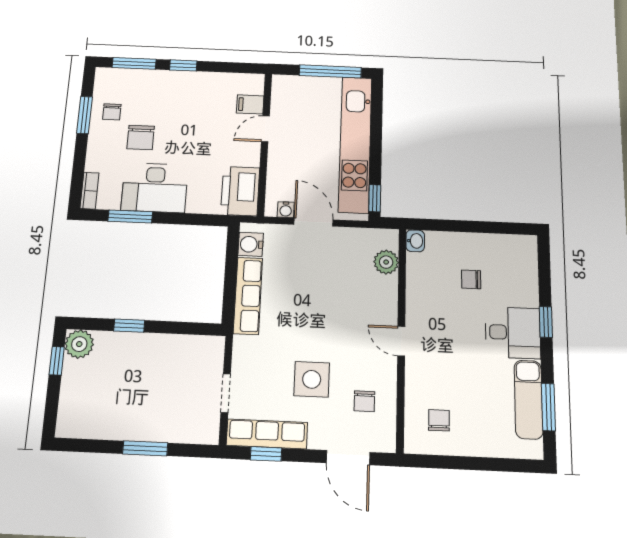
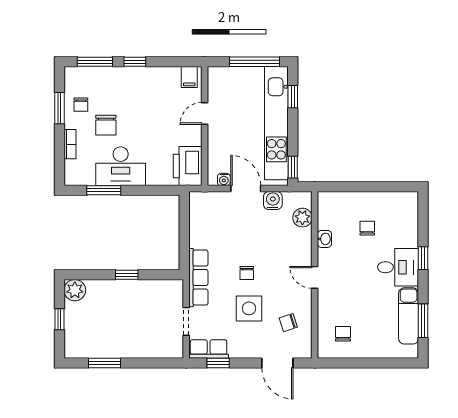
filing cabinet: (250, 104) -> (189, 77), moved, turned -90
window: (377, 114) -> (293, 97), added
bookcase: (89, 191) -> (70, 144), moved
washbasin: (415, 241) -> (324, 239), moved
water cooler: (251, 244) -> (273, 200), moved, turned 90
chair: (471, 279) -> (367, 228), turned 90
row of seats: (248, 296) -> (198, 278), moved
window: (129, 326) -> (127, 275), moved
chair: (311, 331) -> (247, 273), added
window: (57, 361) -> (59, 319), moved
chair: (364, 401) -> (288, 323), turned 72
row of seats: (267, 434) -> (209, 349), width x0.68
window: (145, 448) -> (105, 363), moved

